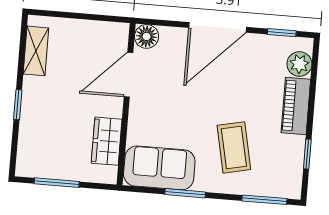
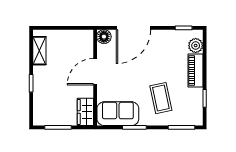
door: (218, 27) -> (134, 28), moved
door: (128, 75) -> (95, 72), moved
wardrobe: (107, 141) -> (85, 112), moved

